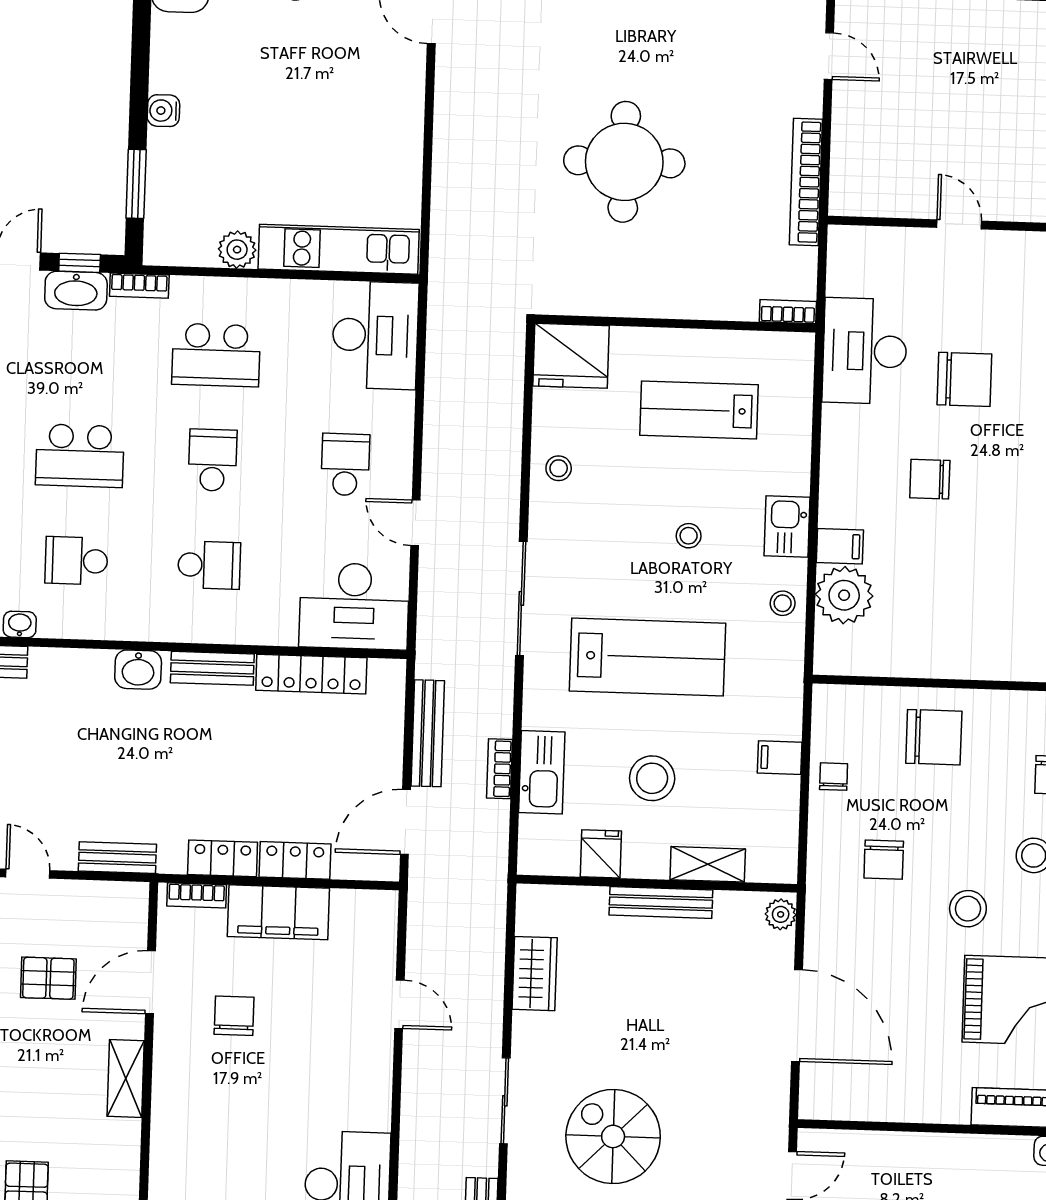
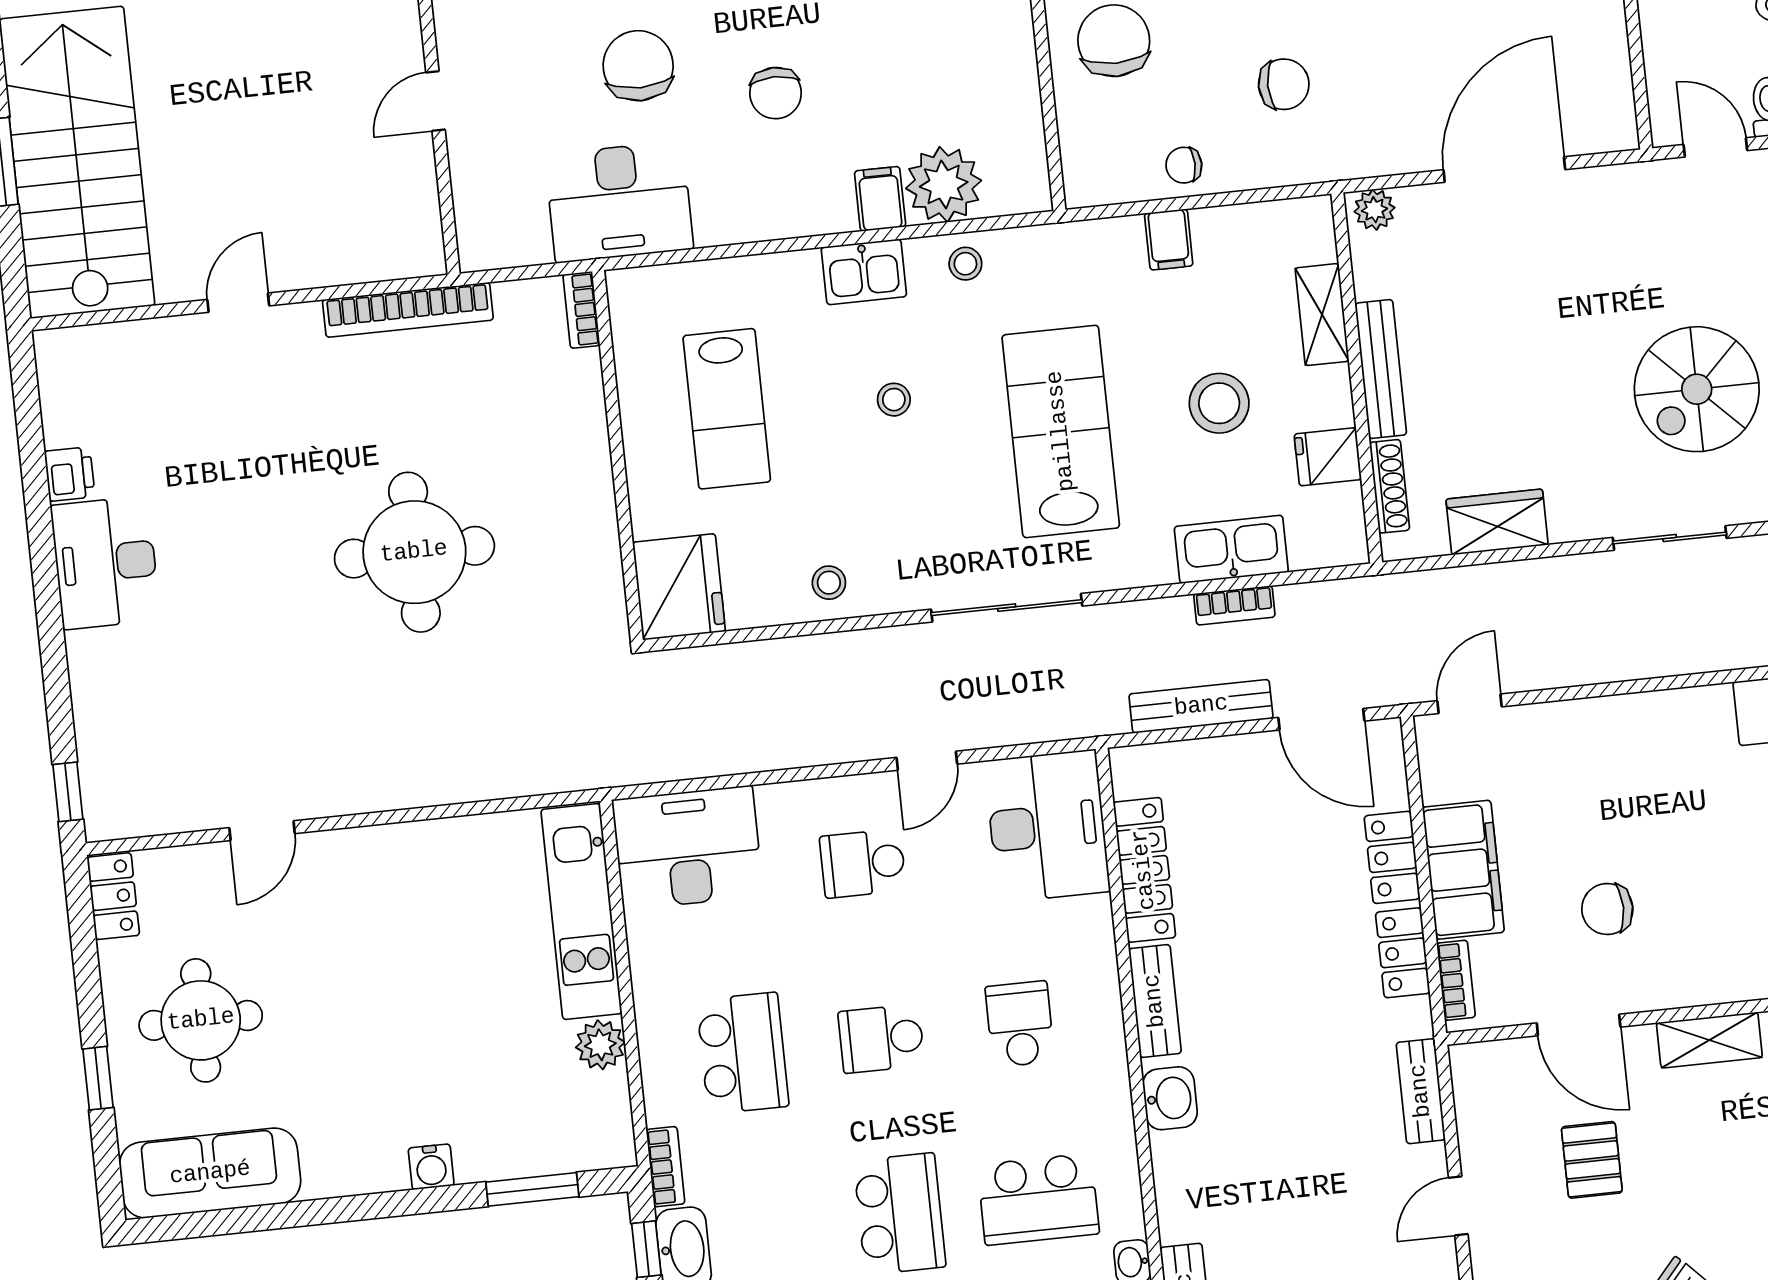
school desk: (76, 561) -> (1038, 1199), width x1.85
shoe rack: (572, 897) -> (1390, 486), added
door: (399, 1004) -> (1470, 704), moved

